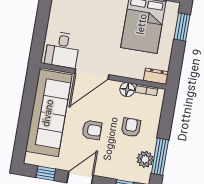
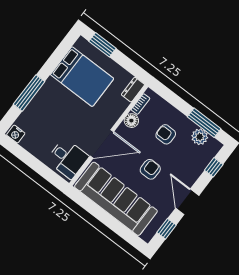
door: (92, 74) -> (102, 144), hinge flipped

